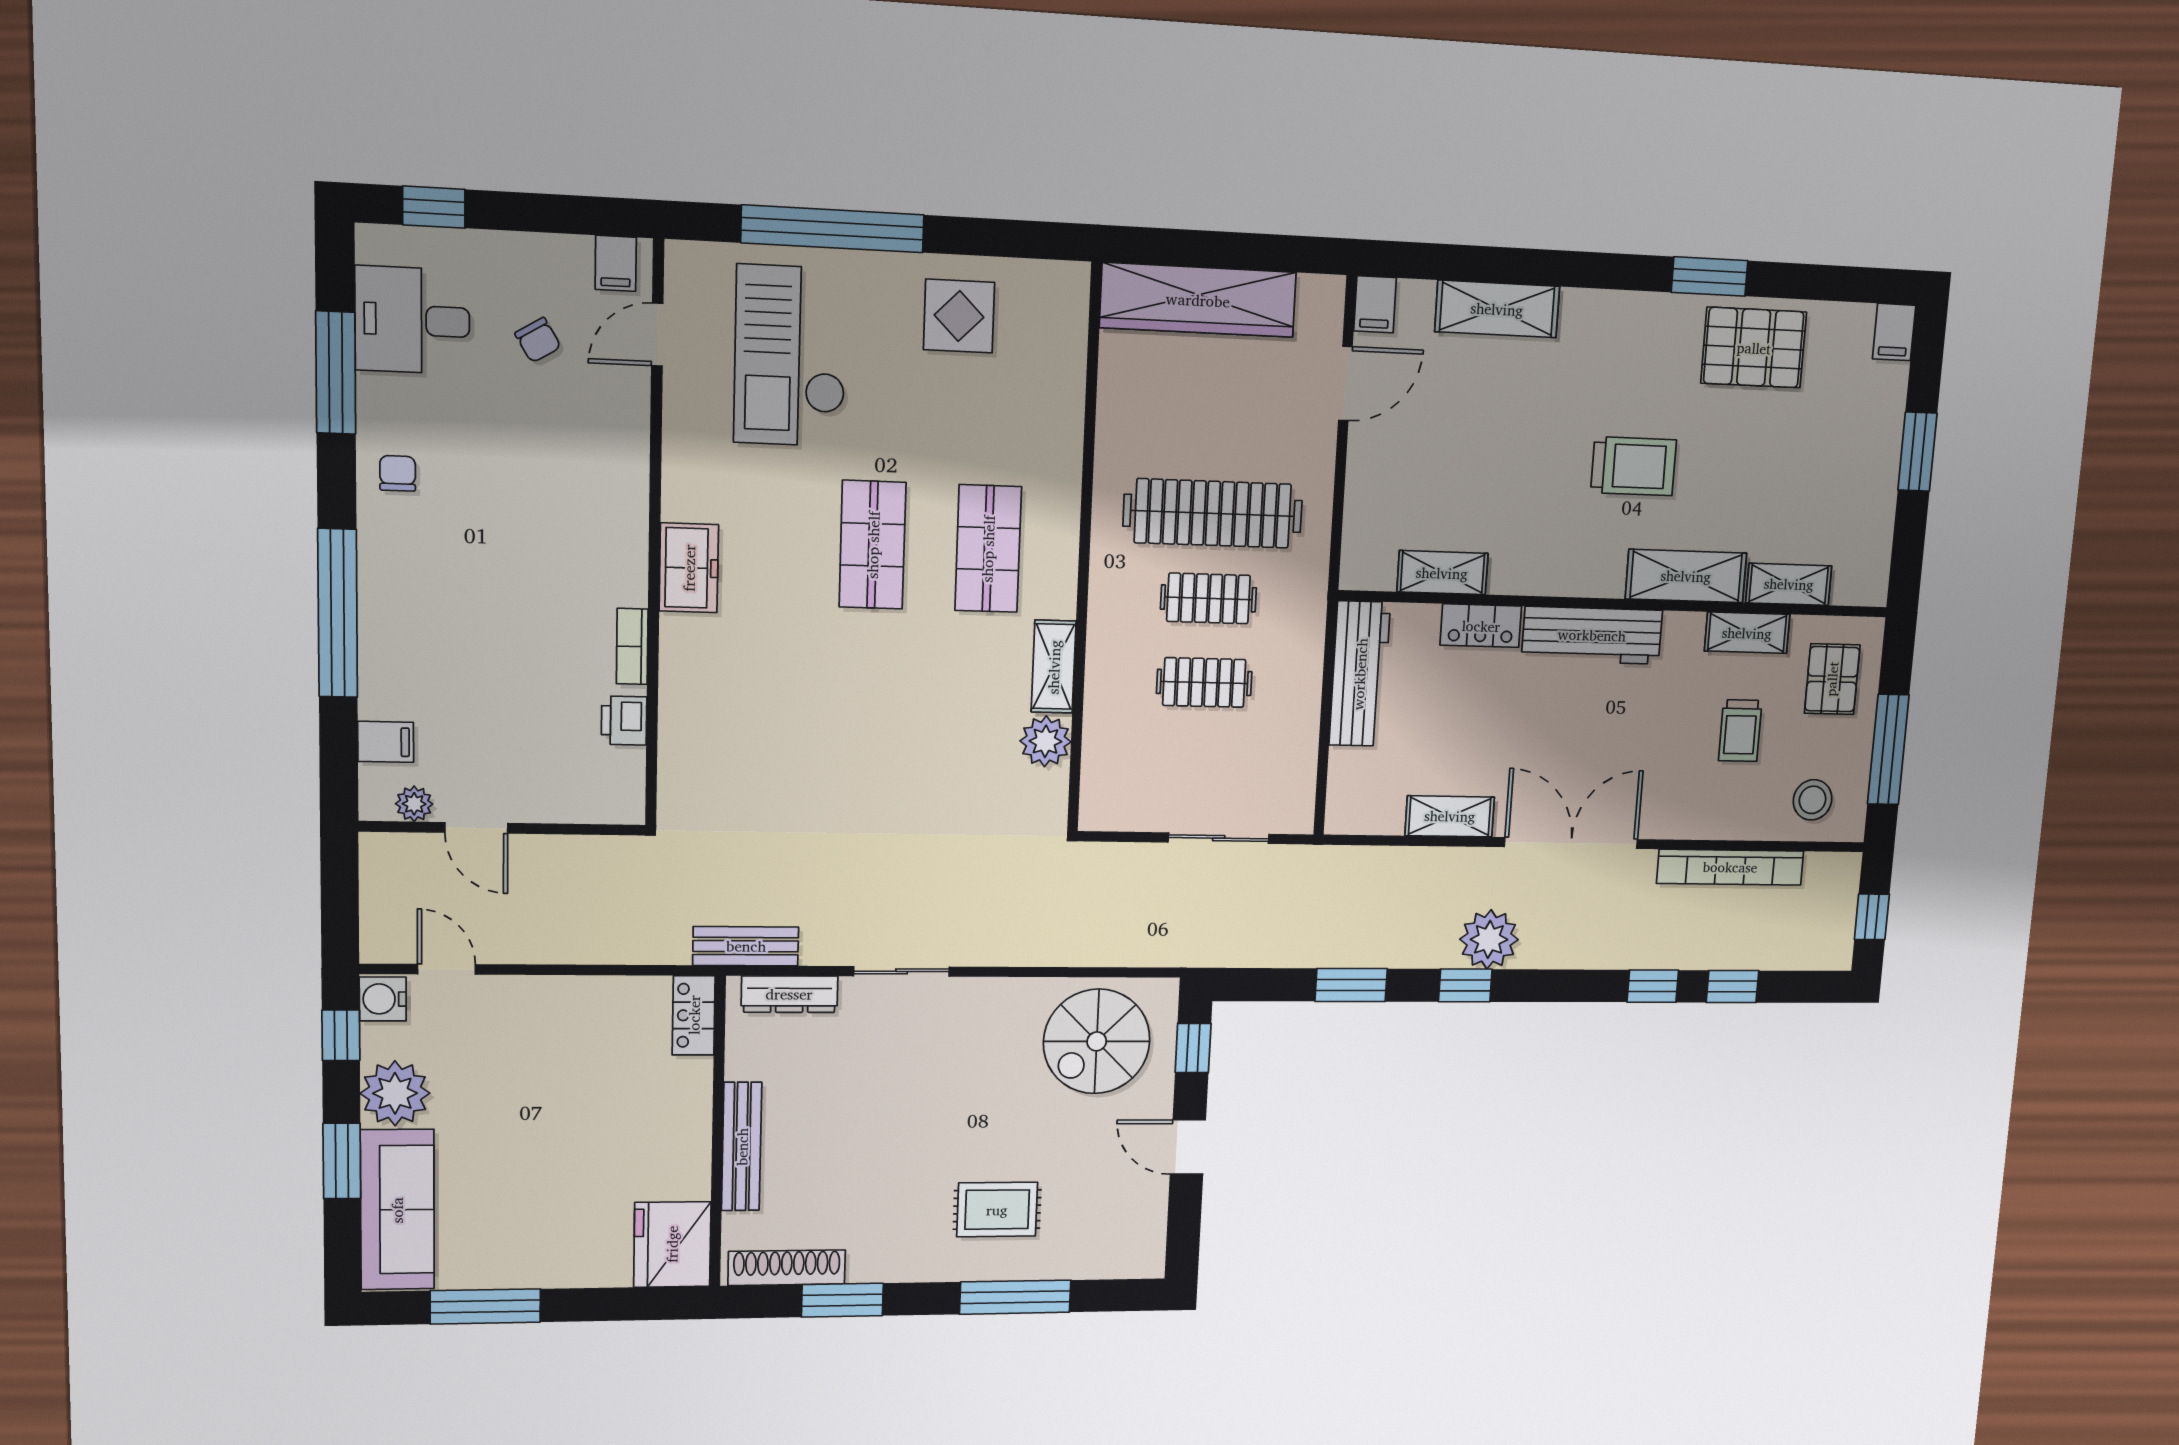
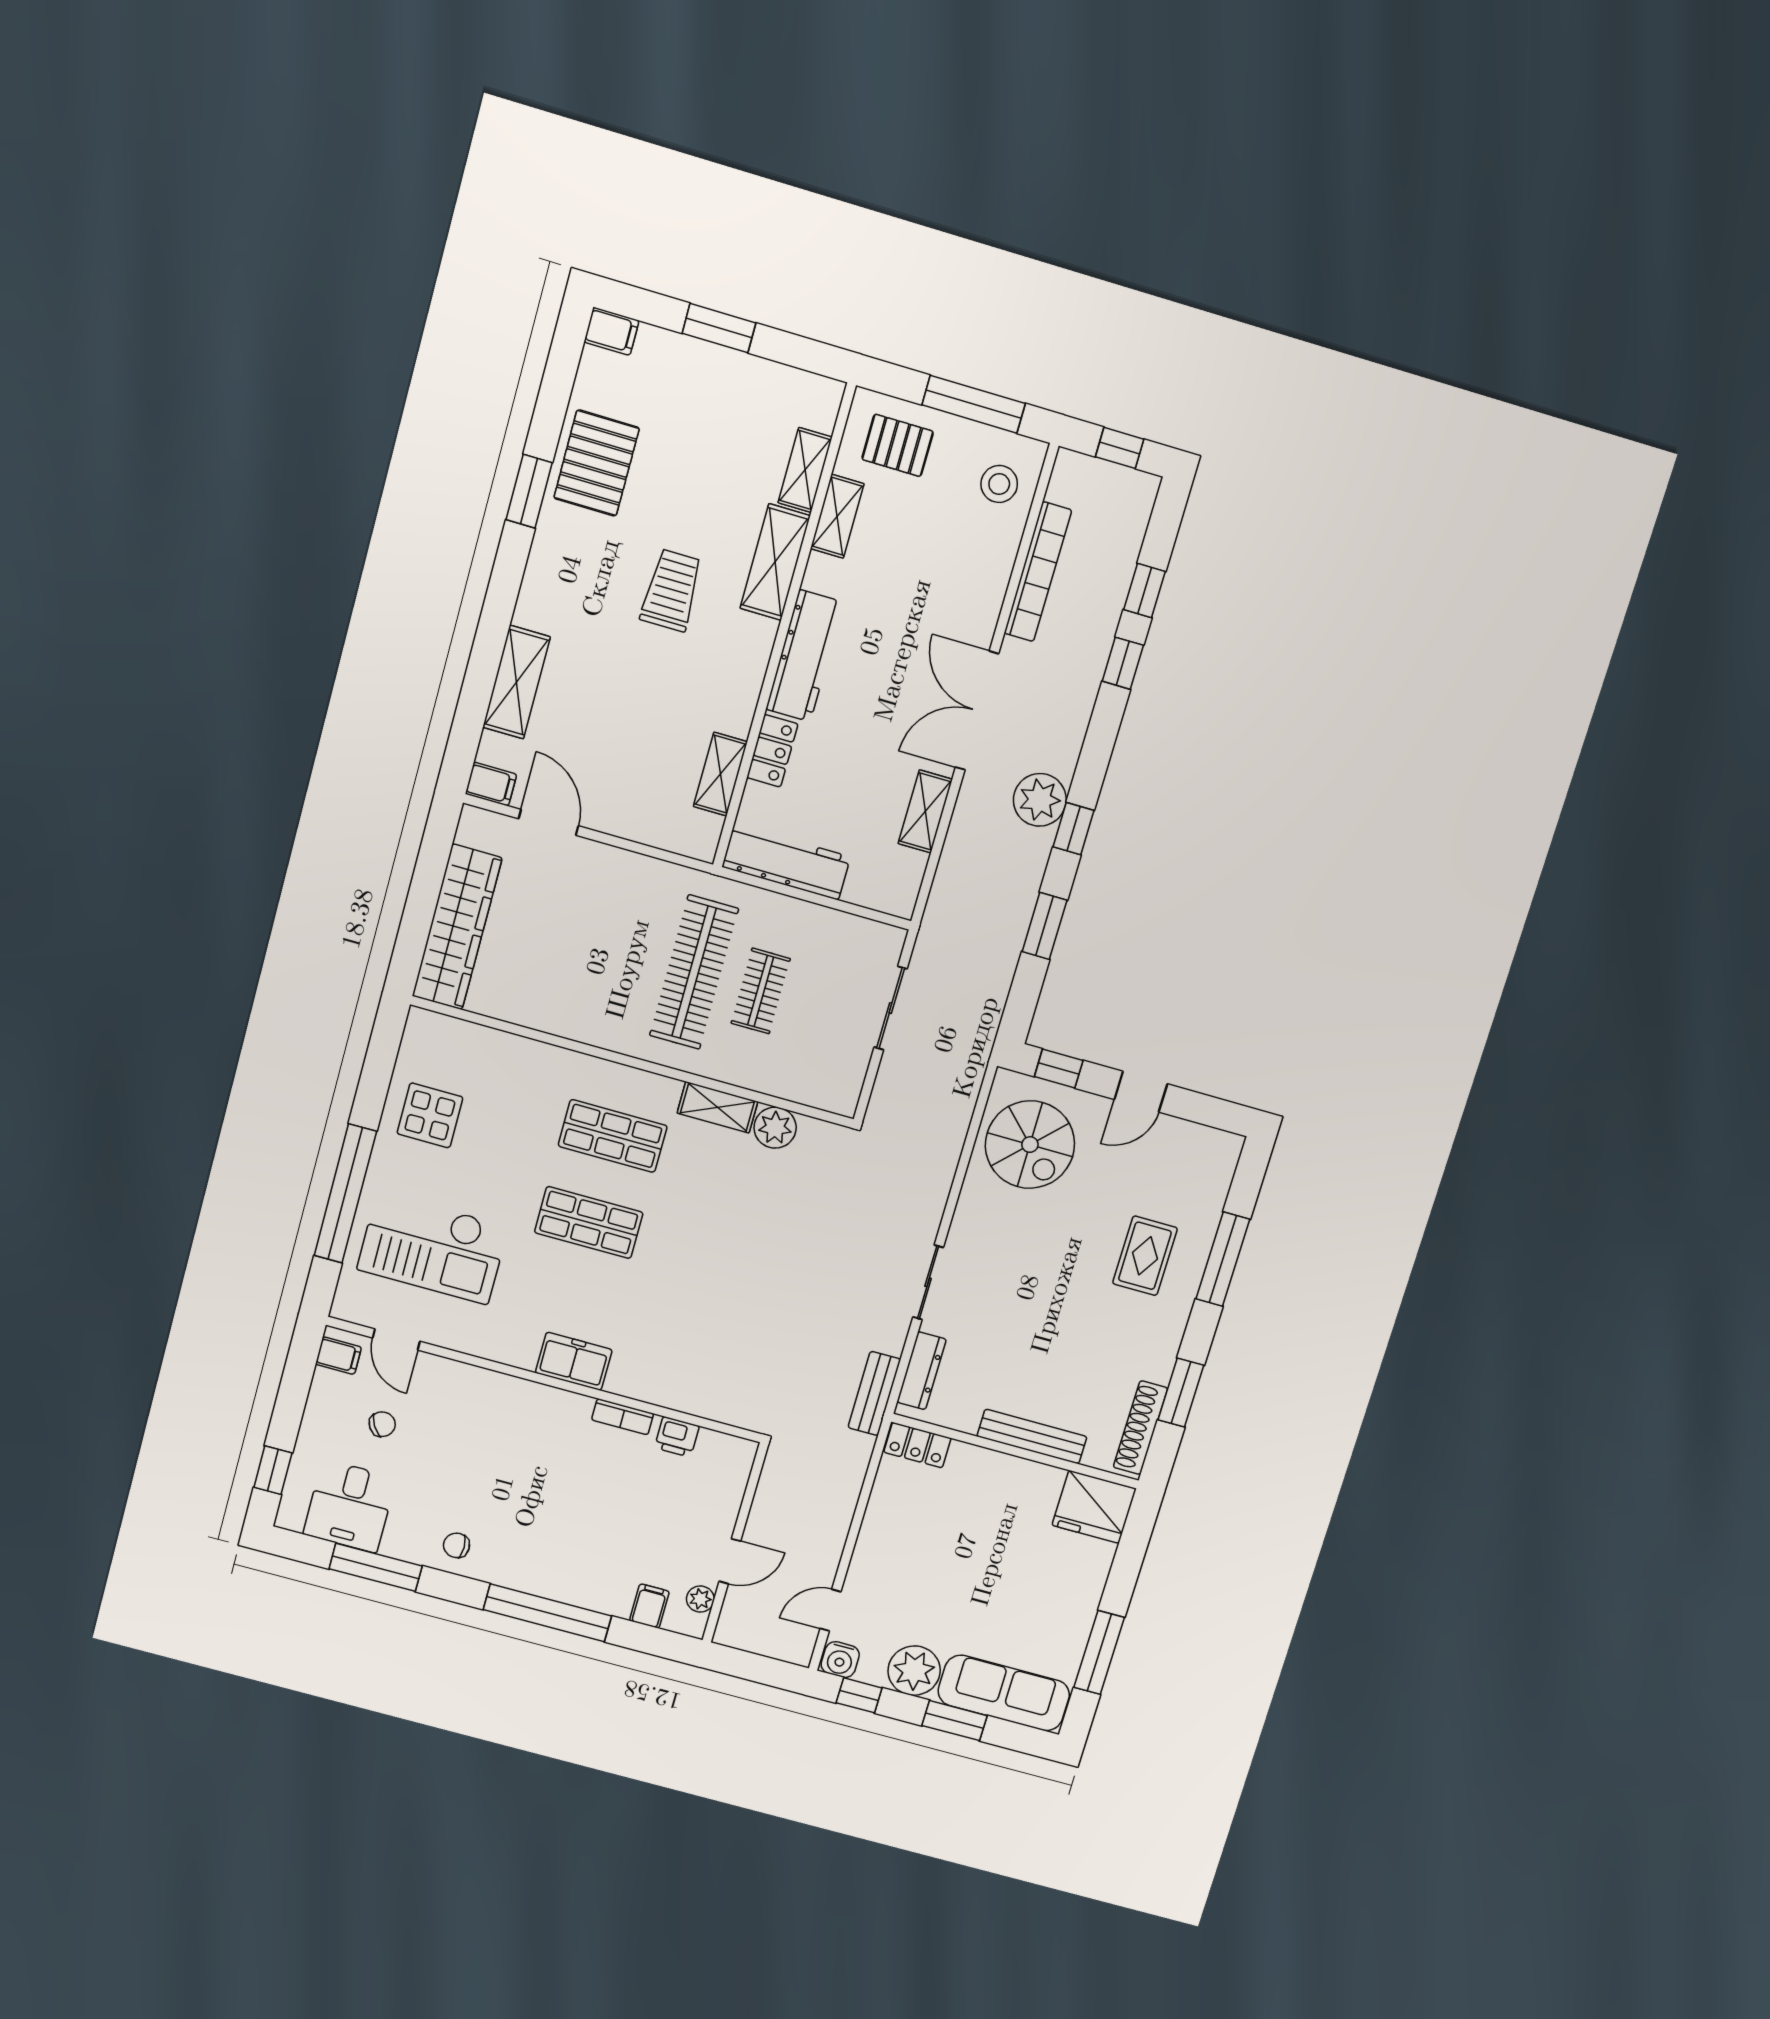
clothes rail: (1213, 513) -> (627, 953), removed
clothes rail: (1209, 598) -> (694, 972), width x1.86, depth x1.31
trolley: (1740, 731) -> (920, 539), removed

